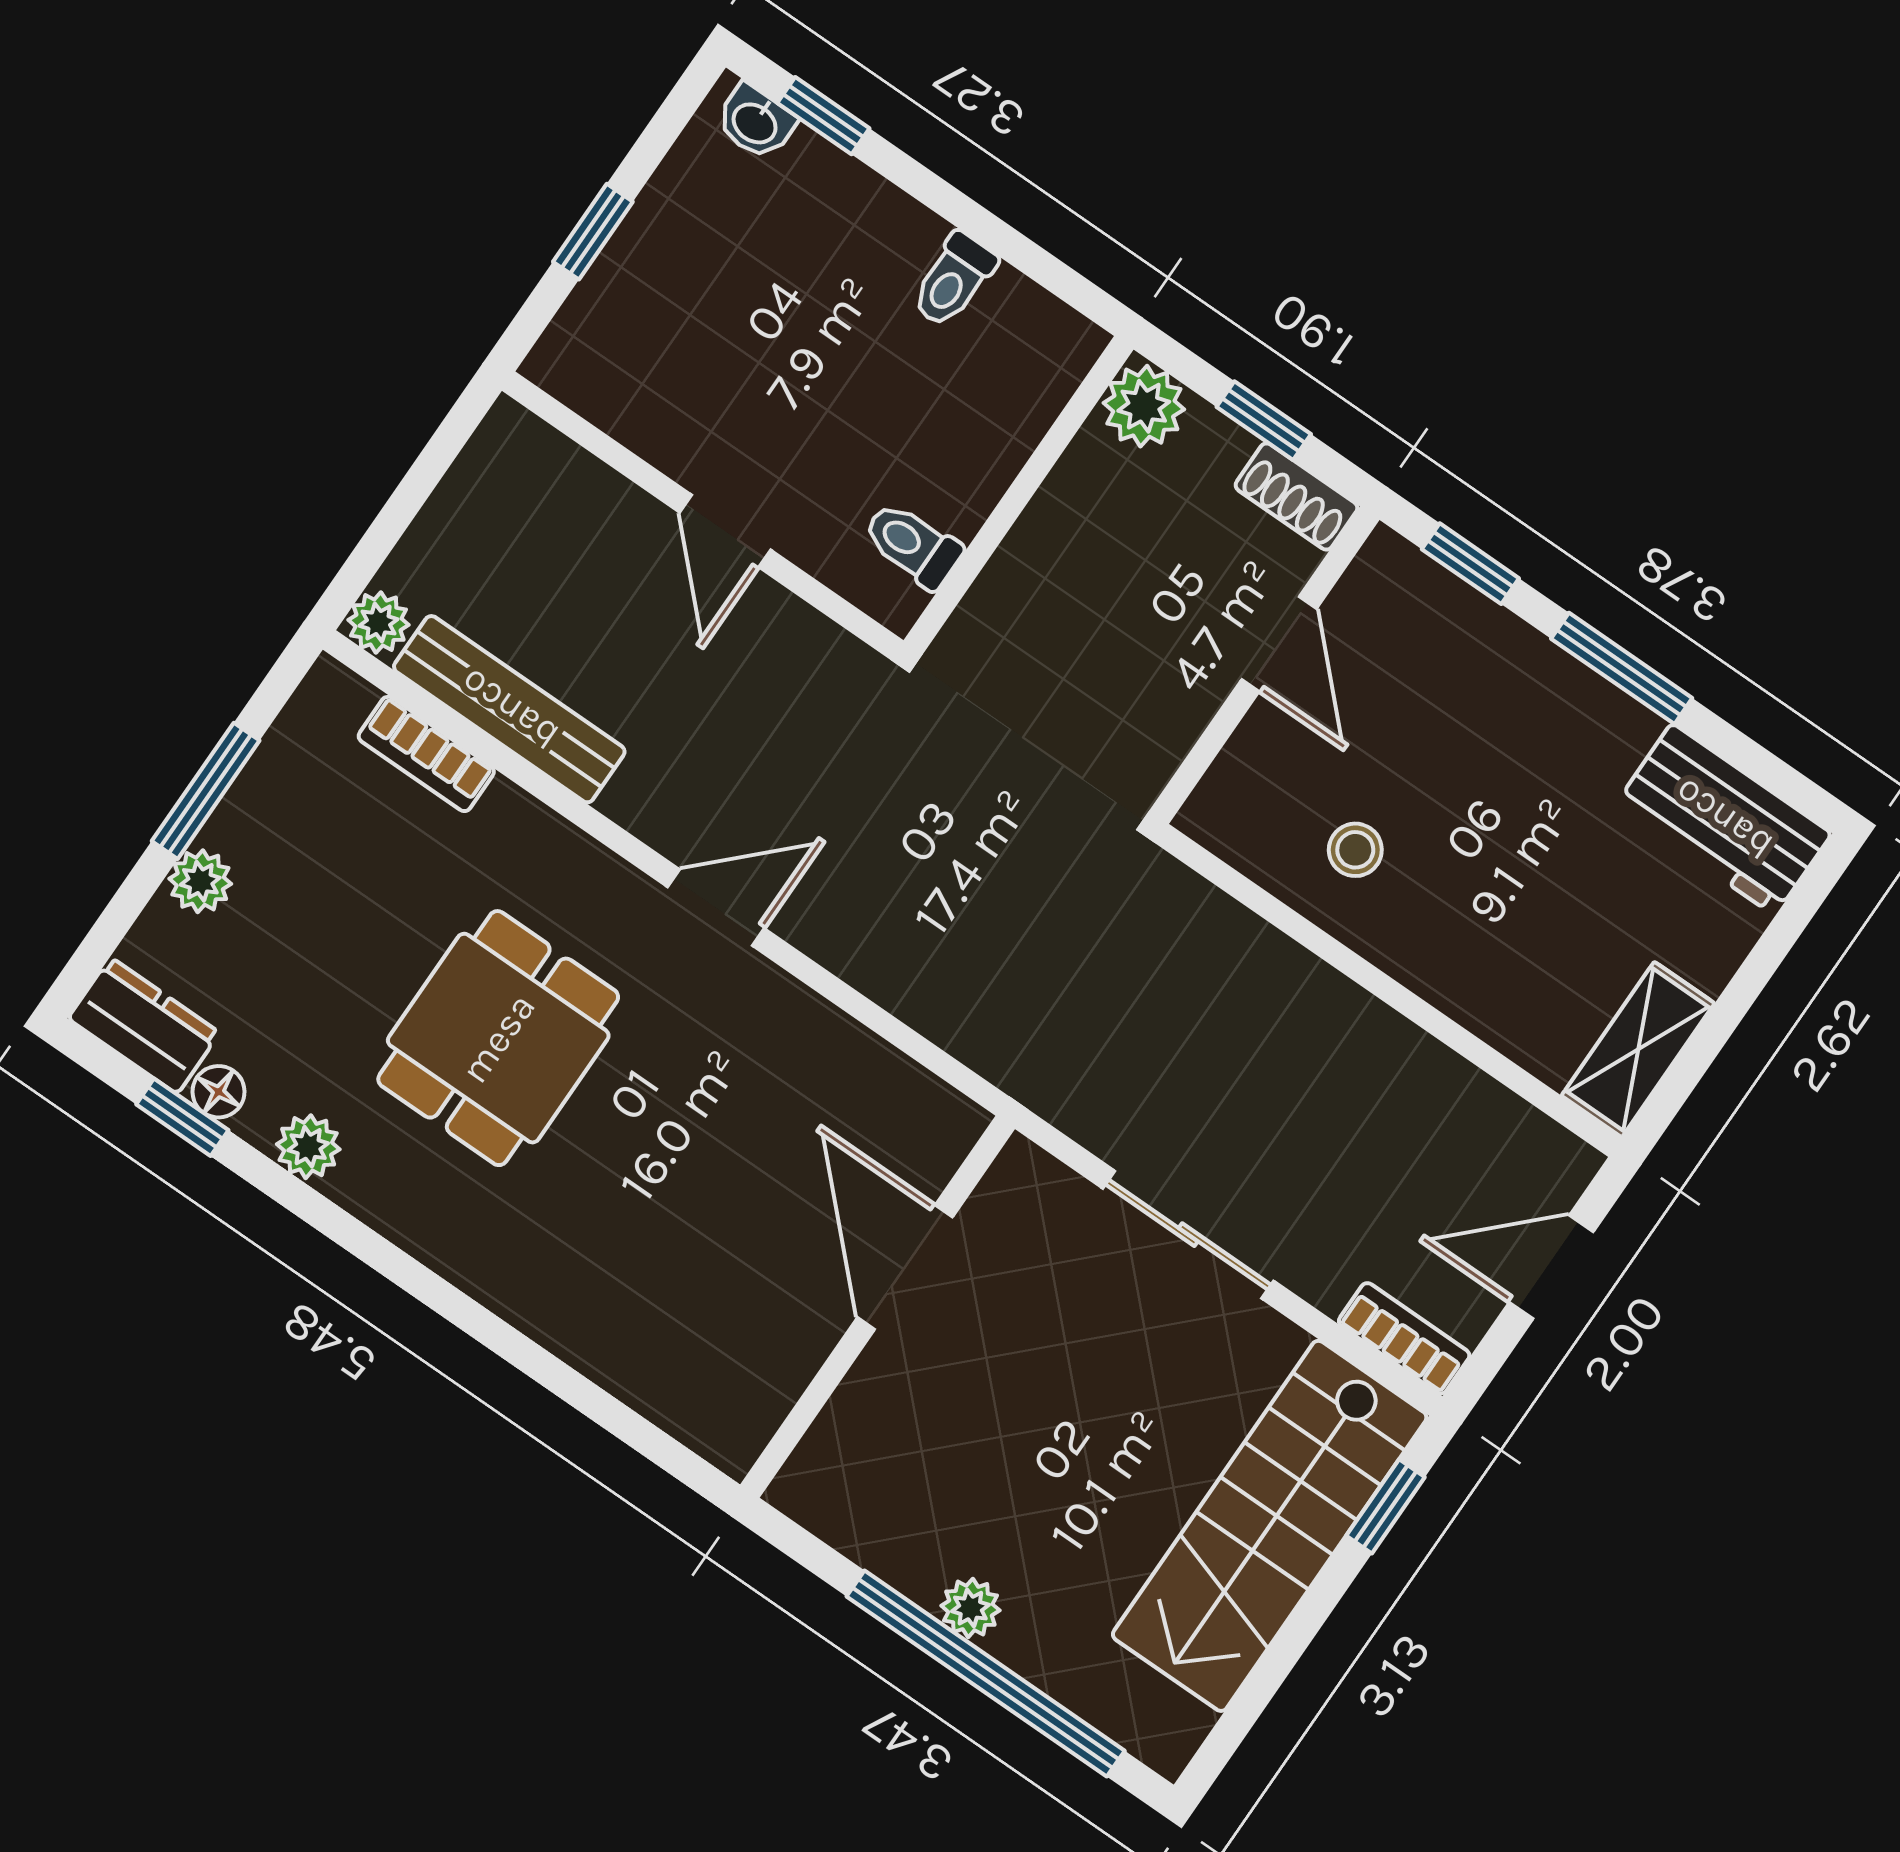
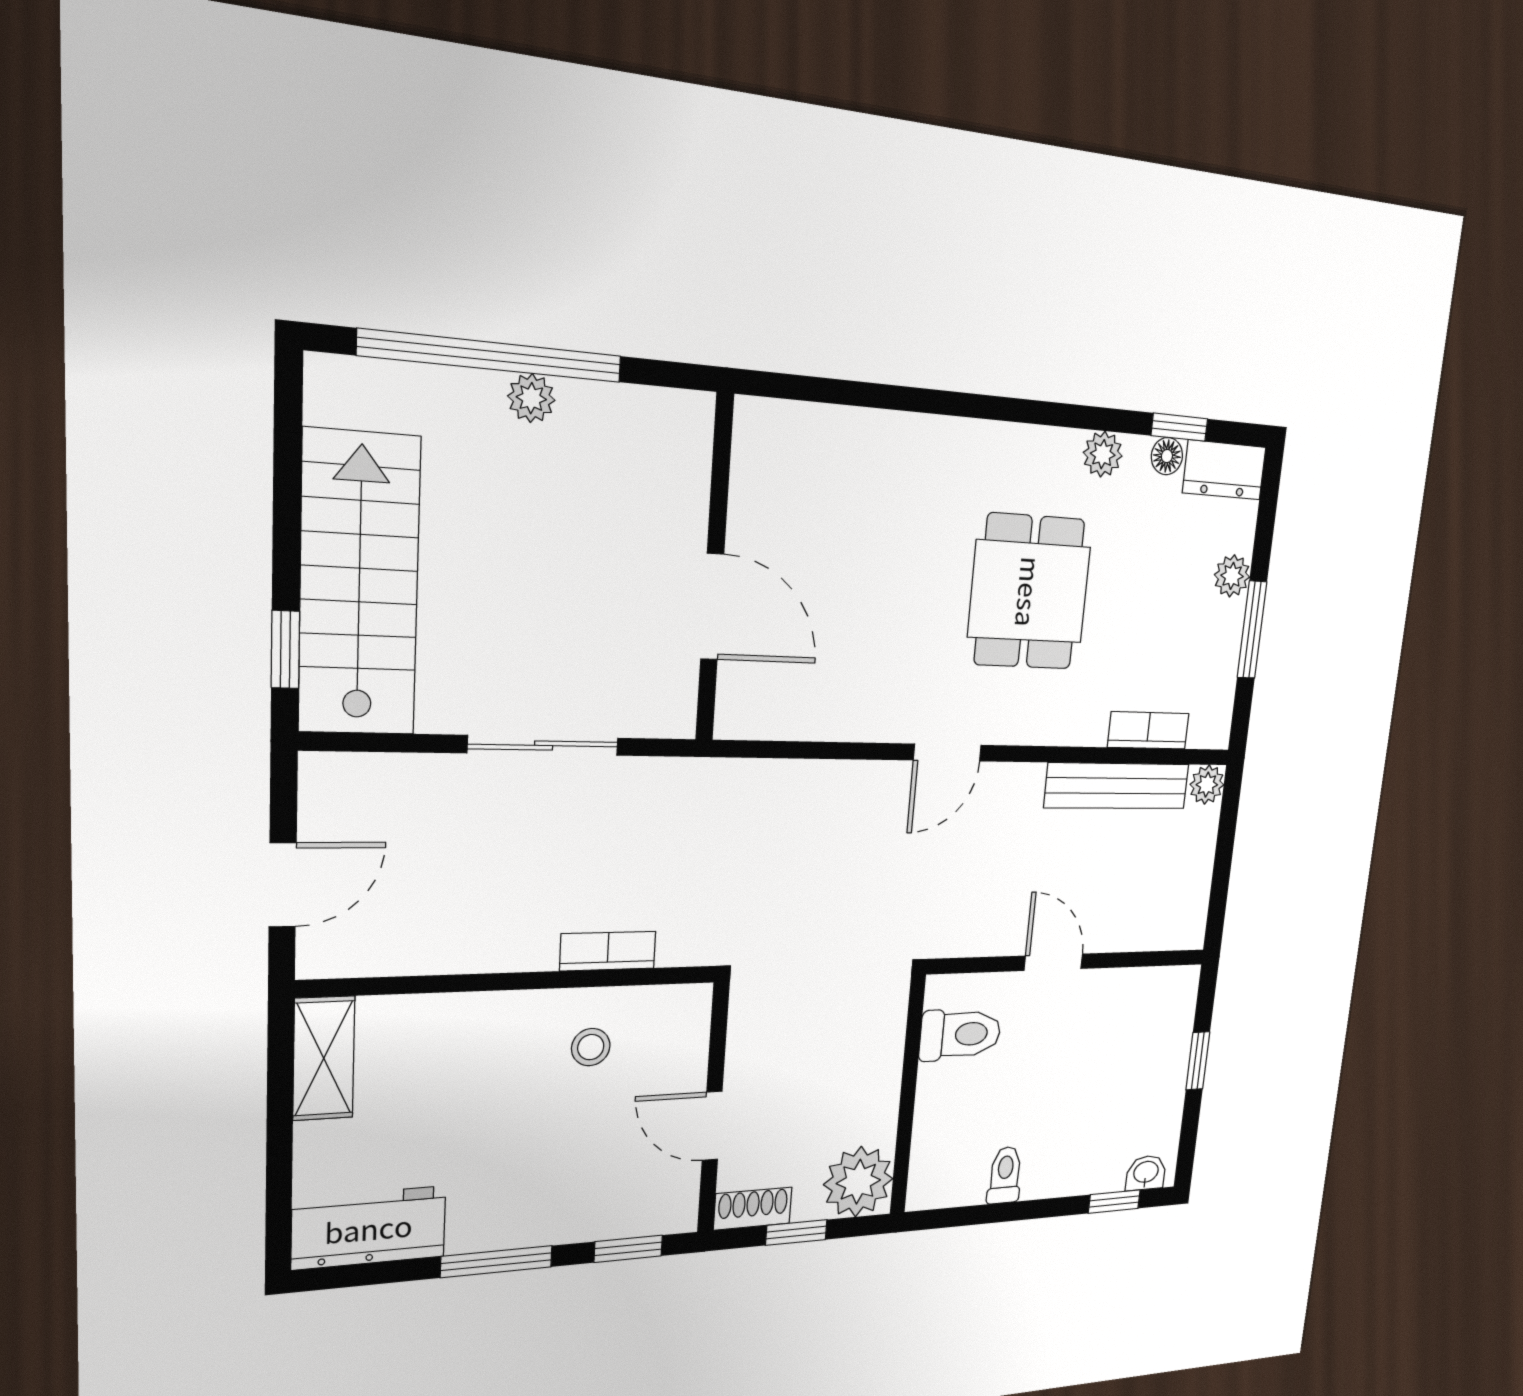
plant: (1144, 406) -> (858, 1182), width x1.36, depth x1.36
toilet: (913, 545) -> (960, 1034), width x1.37, depth x1.39
bookcase: (1404, 1338) -> (608, 951), moved, turned 180

